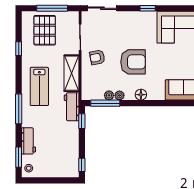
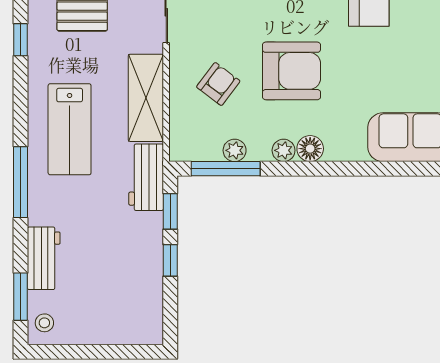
armchair: (97, 57) -> (218, 84), moved, turned 138
plant: (119, 95) -> (284, 150), moved
window: (82, 165) -> (170, 260), moved

